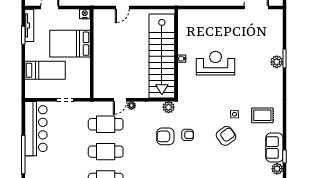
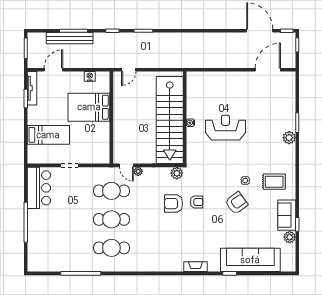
bed: (70, 44) -> (89, 107), moved
wall: (92, 54) -> (111, 118), moved
plant: (277, 62) -> (289, 138), moved
door: (120, 100) -> (126, 165), hinge flipped
bar counter: (36, 129) -> (39, 188), width x0.73

